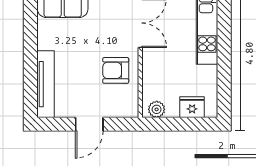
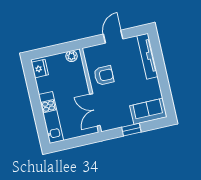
fridge: (192, 107) -> (40, 69), moved, turned -90

